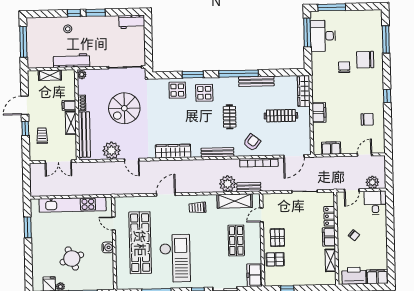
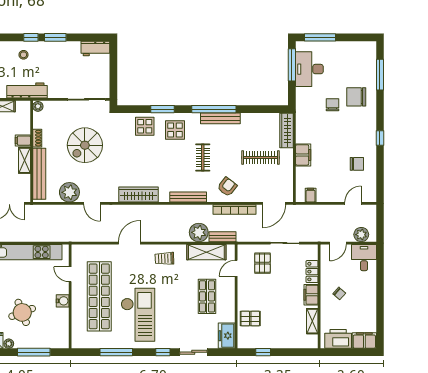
bench: (256, 81) -> (220, 118), moved
filing cabinet: (331, 148) -> (311, 195), width x0.50
pallet: (277, 238) -> (262, 263), moved

